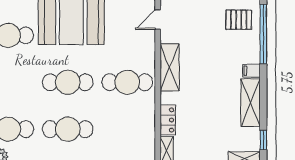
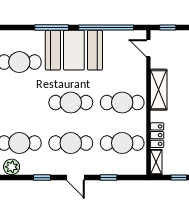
door: (158, 19) -> (148, 48), hinge flipped
cafe table: (127, 129) -> (122, 143), added

